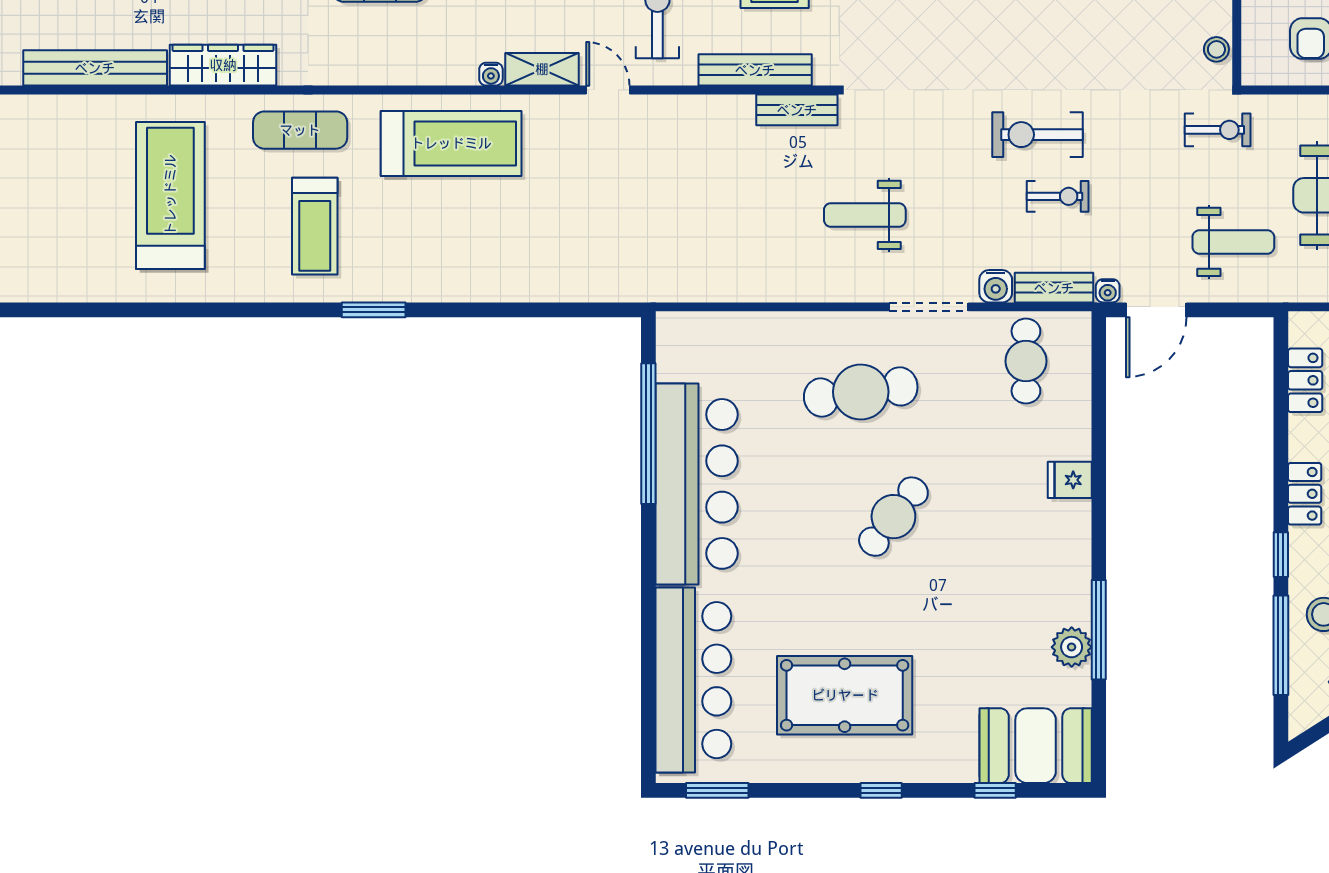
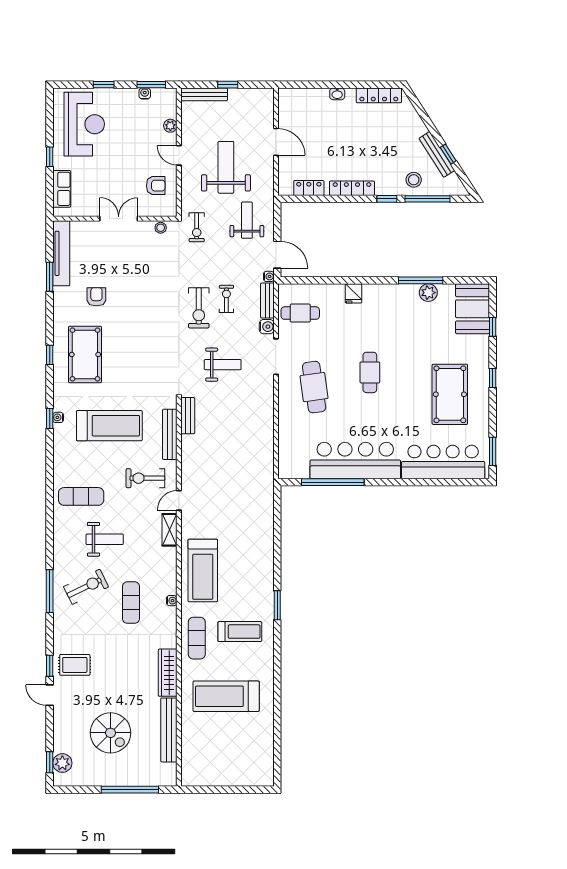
water cooler: (491, 74) -> (172, 601), moved
exercise bike: (1218, 130) -> (197, 227), turned 180
treadmill: (451, 143) -> (203, 570), turned 180
weight bench: (865, 215) -> (223, 365), moved, turned -90
locker: (1305, 494) -> (352, 188), width x1.53
cafe table: (893, 517) -> (370, 372), turned 52

